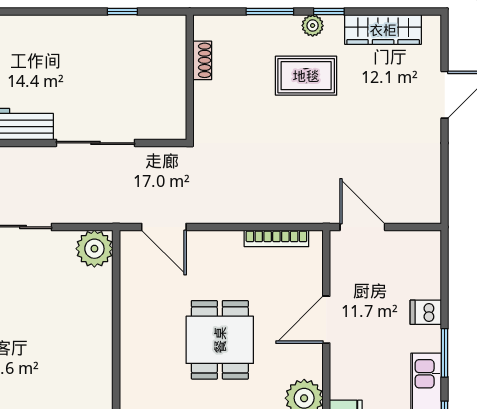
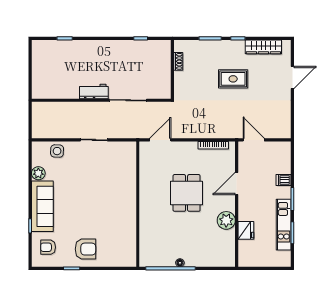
plant: (313, 26) -> (230, 45), removed
rug: (306, 76) -> (233, 79), moved
door: (164, 227) -> (160, 140), swing flipped
plant: (94, 249) -> (128, 150), removed

